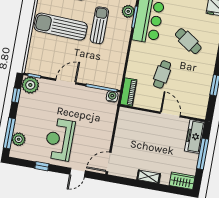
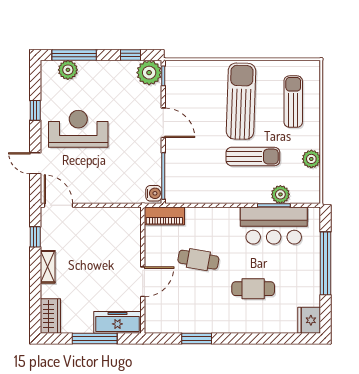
cafe table: (188, 41) -> (253, 289), turned 56
window: (127, 181) -> (35, 237), added

